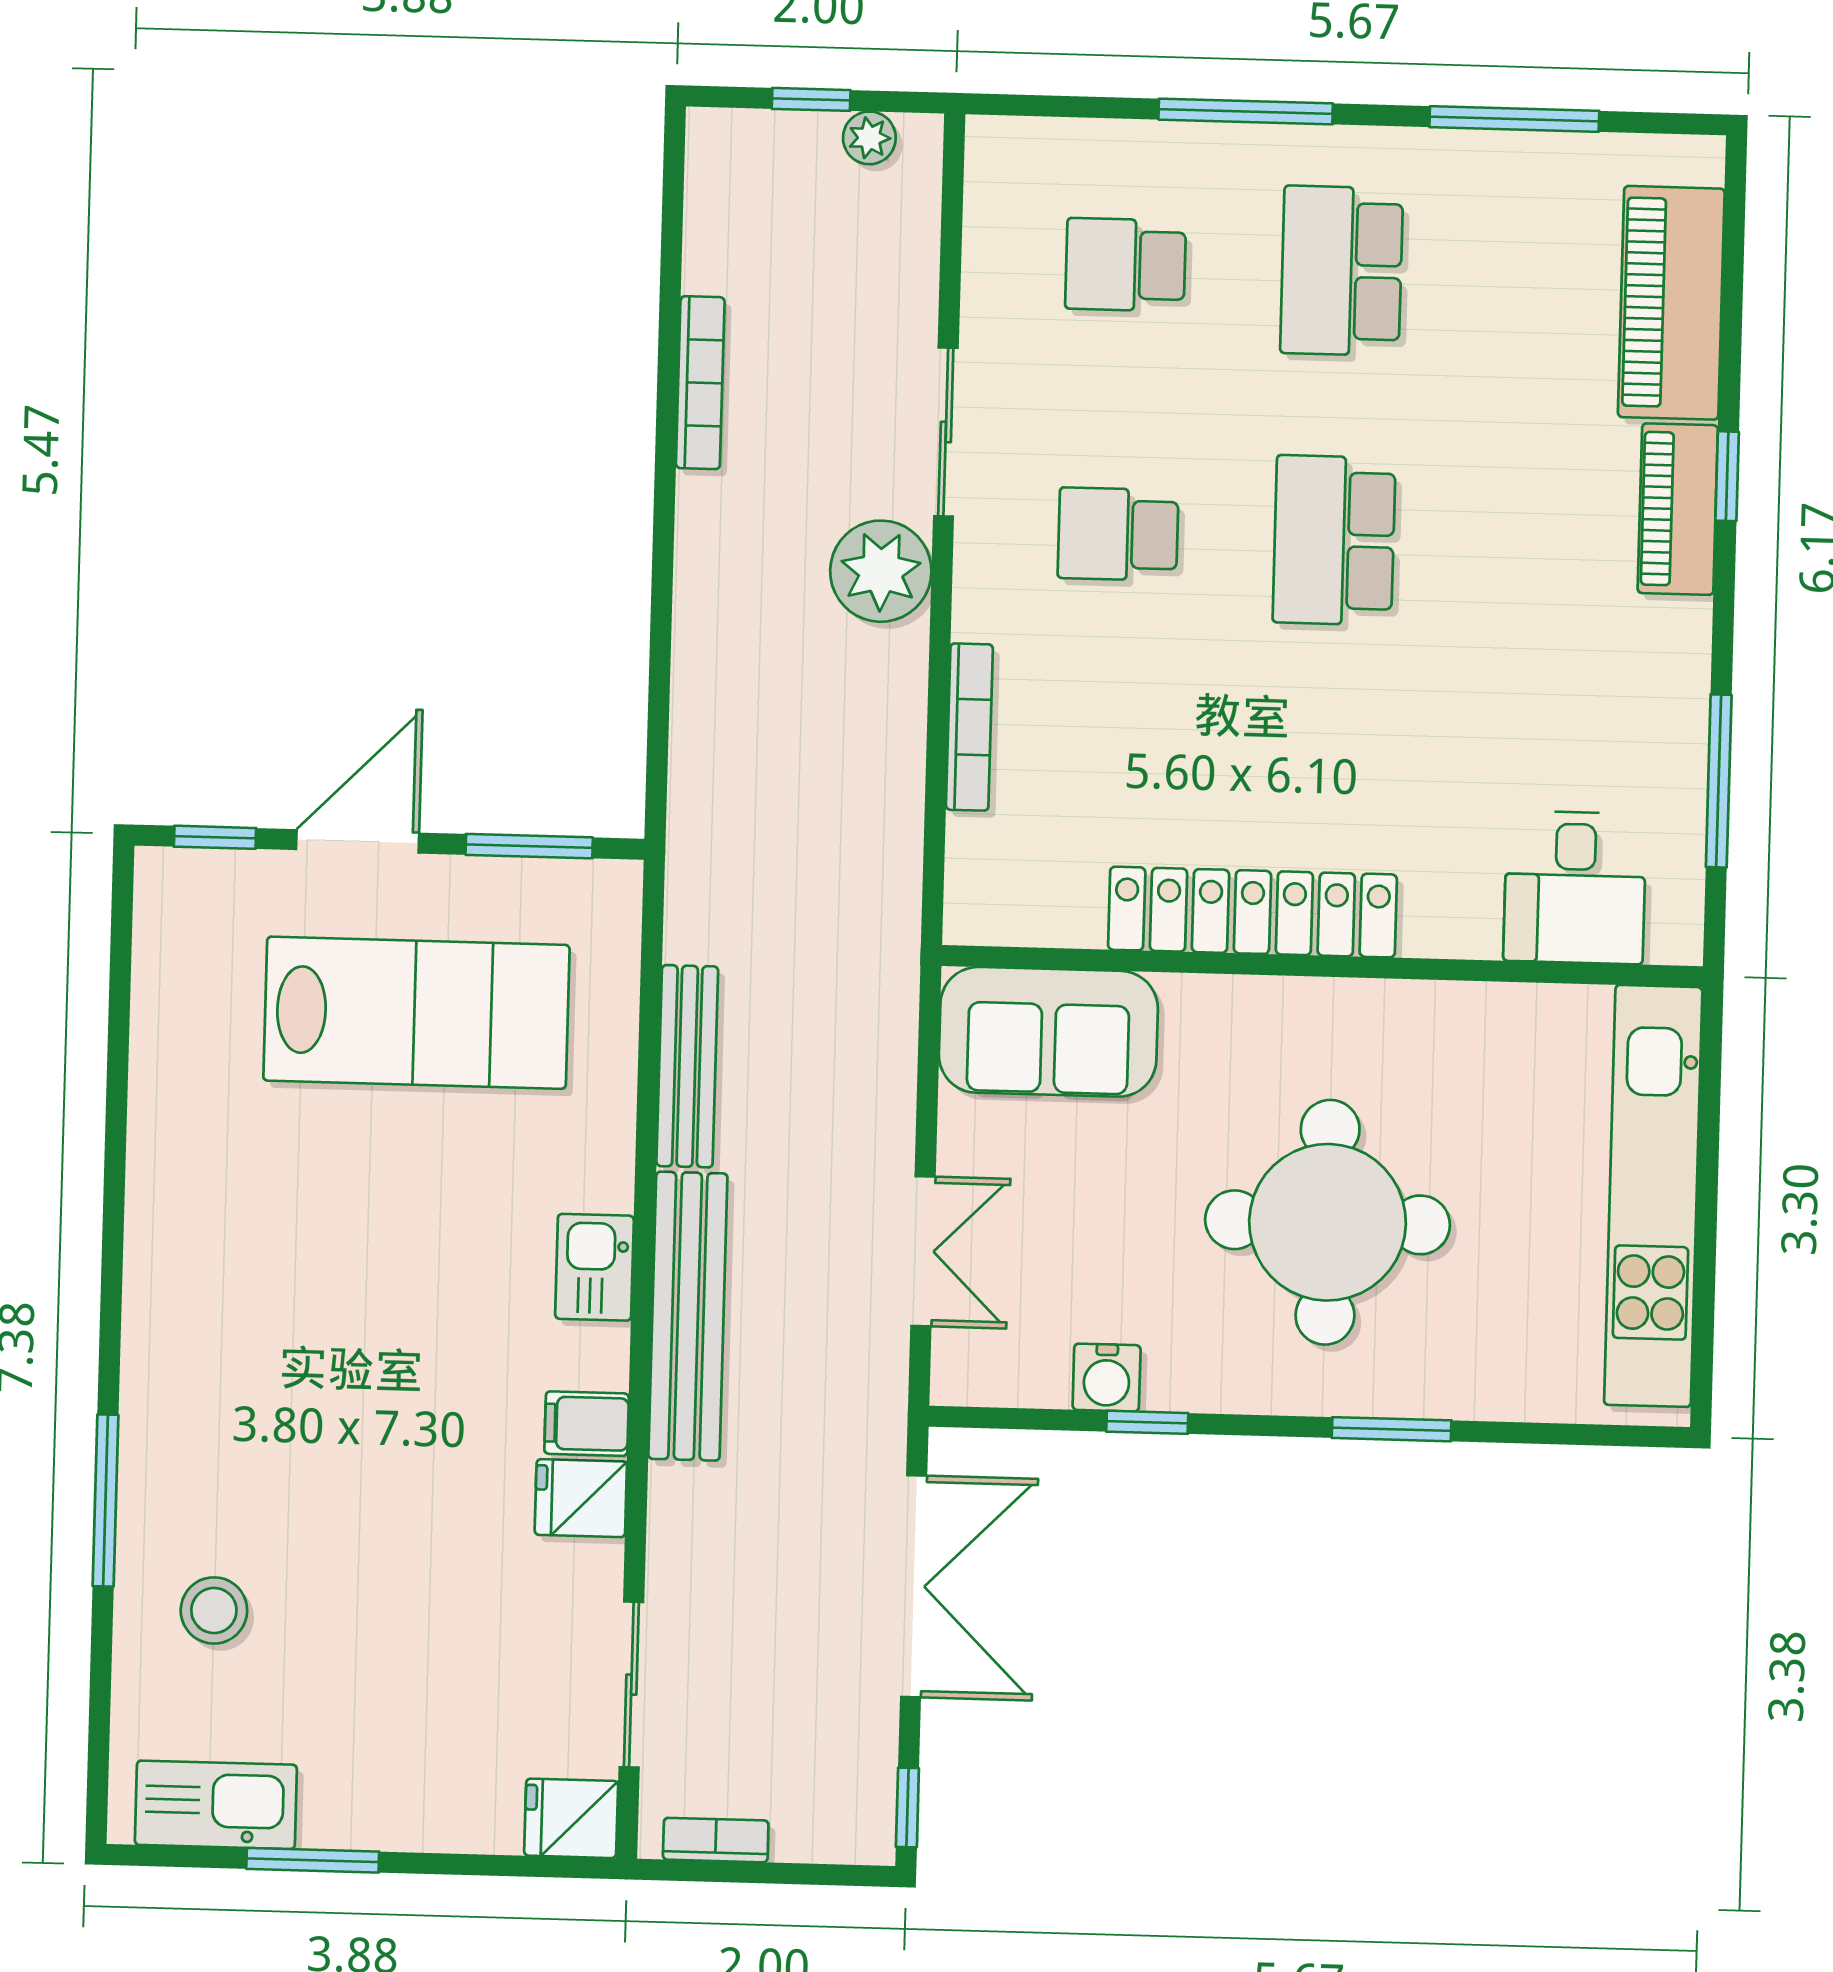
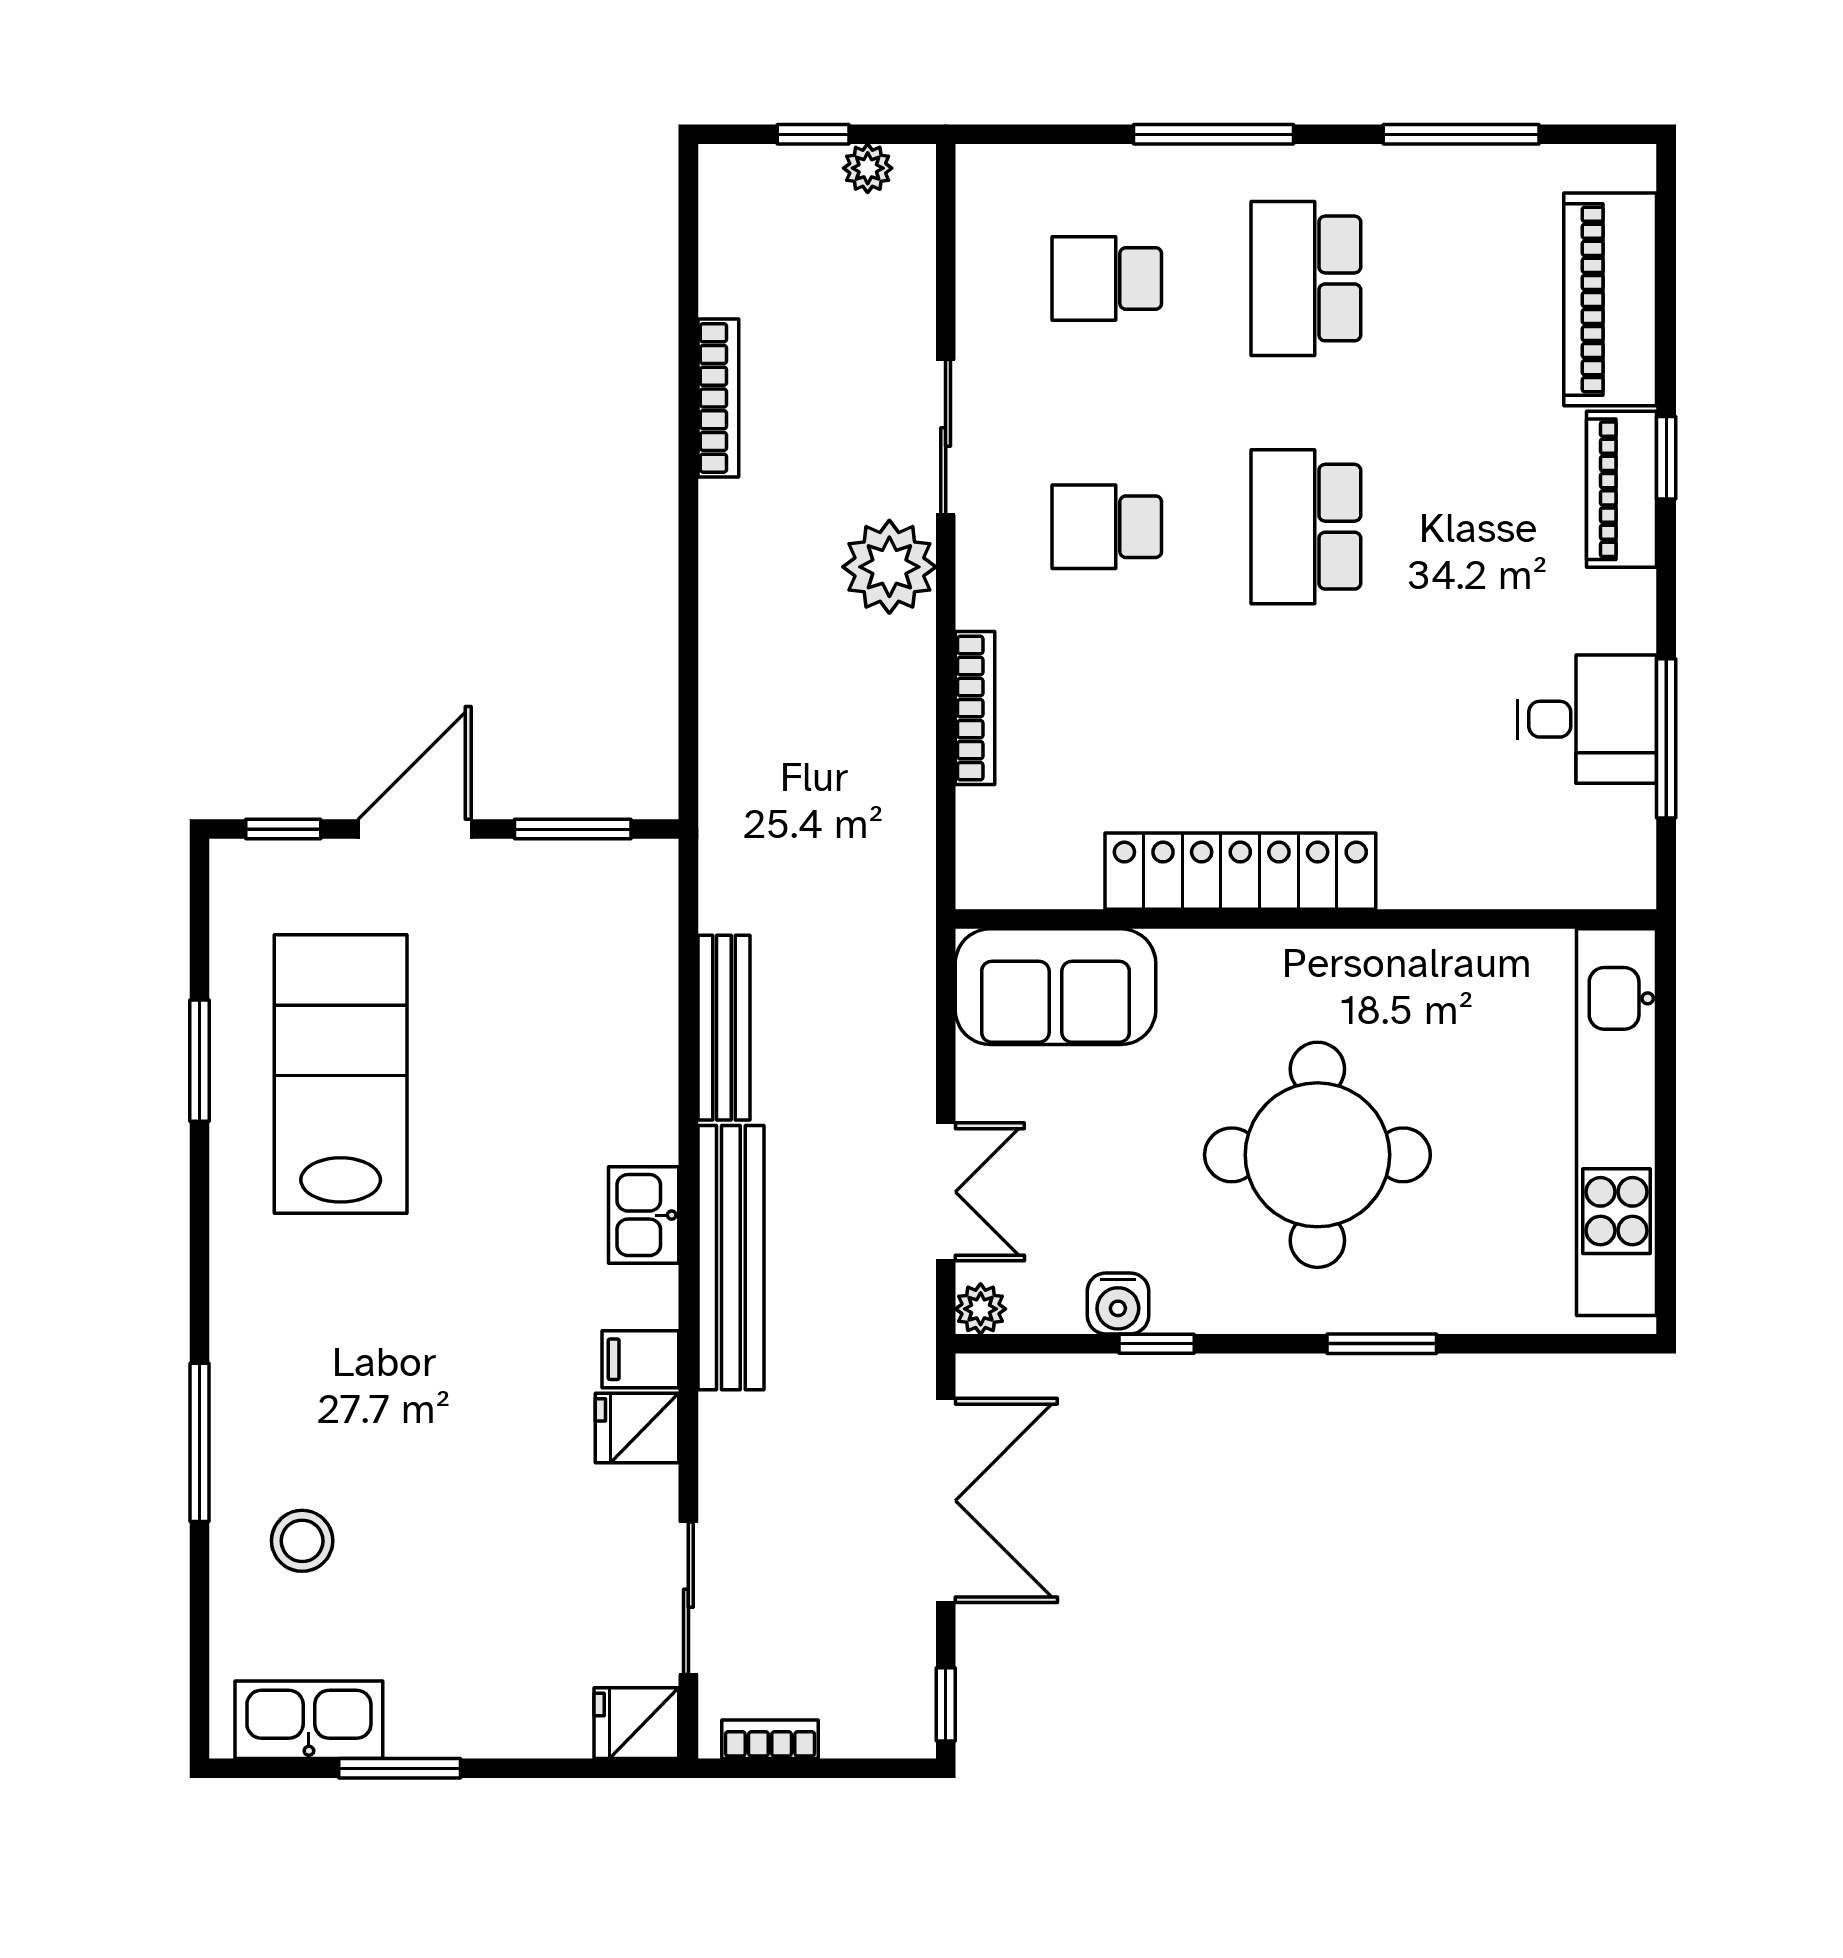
desk: (1575, 887) -> (1587, 719), moved, turned -90
lab bench: (416, 1013) -> (341, 1074), moved, turned -90
window: (117, 1086) -> (199, 1061), added
plant: (957, 1379) -> (981, 1309), added

